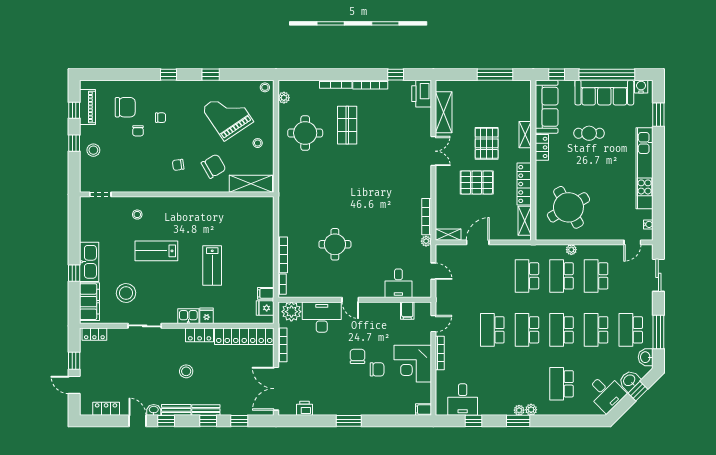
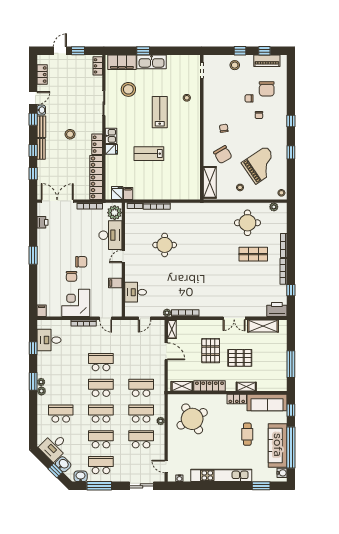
filing cabinet: (407, 311) -> (115, 283), moved

